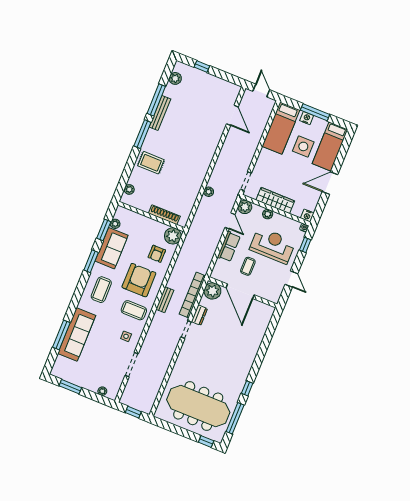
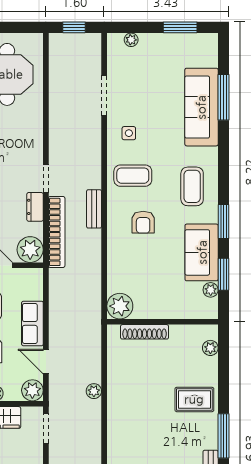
armchair: (157, 254) -> (133, 271), removed
armchair: (139, 280) -> (143, 222), width x0.53, depth x0.53

